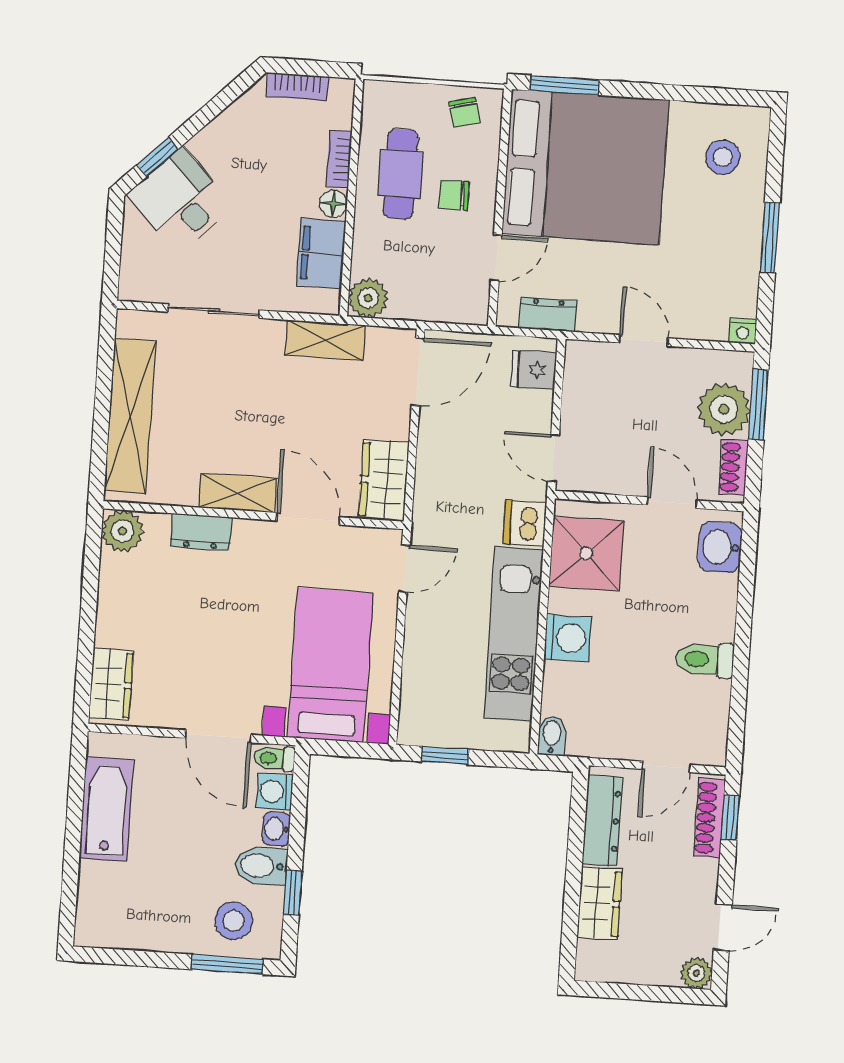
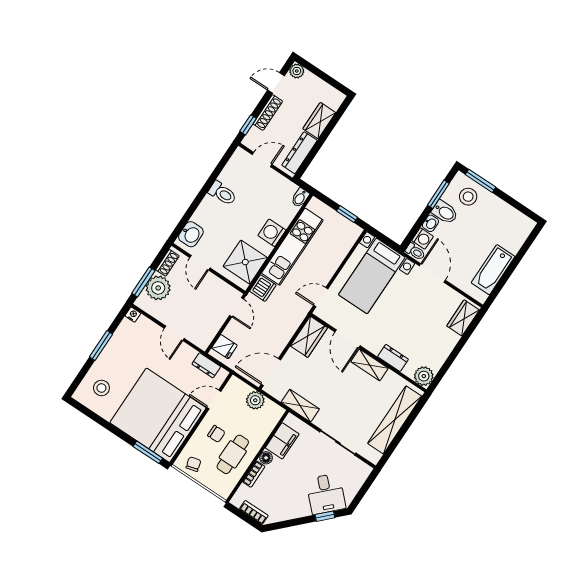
plant: (368, 298) -> (255, 400), moved
shoe rack: (709, 818) -> (268, 112), moved
window: (293, 893) -> (438, 194), width x1.50

